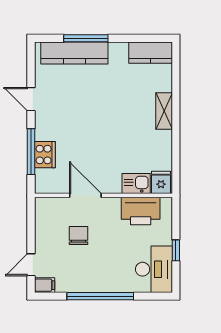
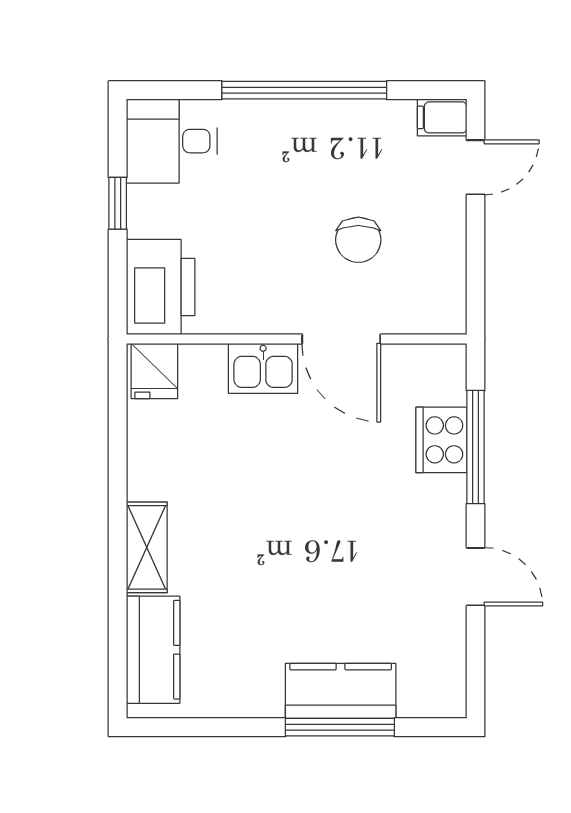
kitchen counter: (74, 53) -> (341, 691), width x0.67
kitchen counter: (151, 53) -> (153, 650), moved, turned 90
kitchen sink: (136, 184) -> (263, 368), moved
printer: (141, 211) -> (161, 287), moved, turned 90
desk: (154, 269) -> (172, 141), width x0.73

